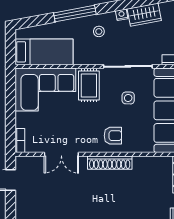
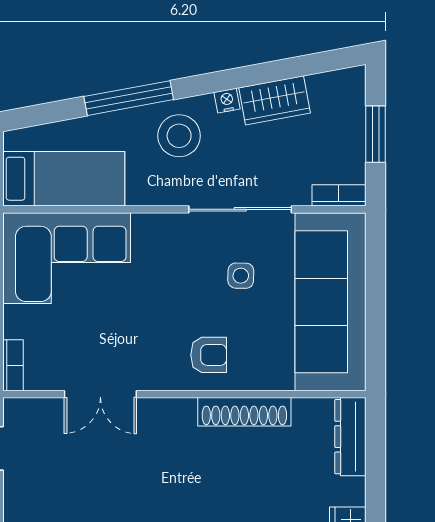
stool: (99, 31) -> (179, 136), width x1.89, depth x1.89
rug: (89, 86) -> (158, 249), removed
shoe rack: (110, 163) -> (244, 412), moved

